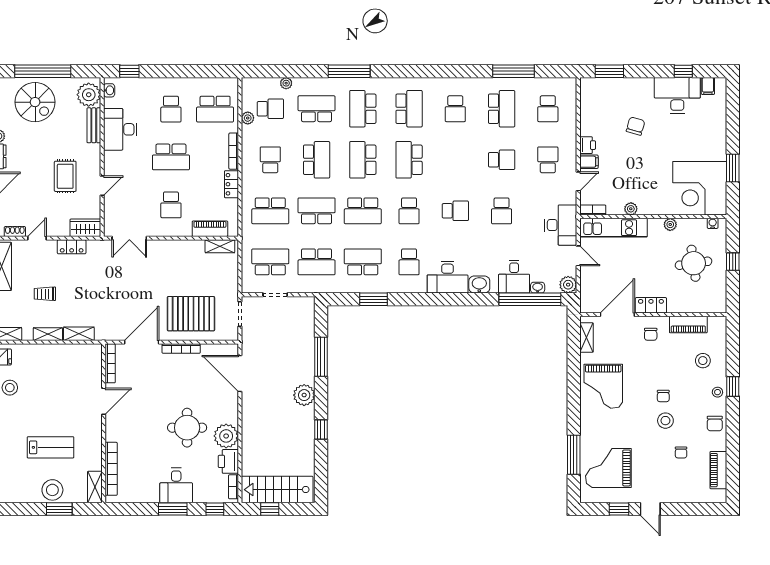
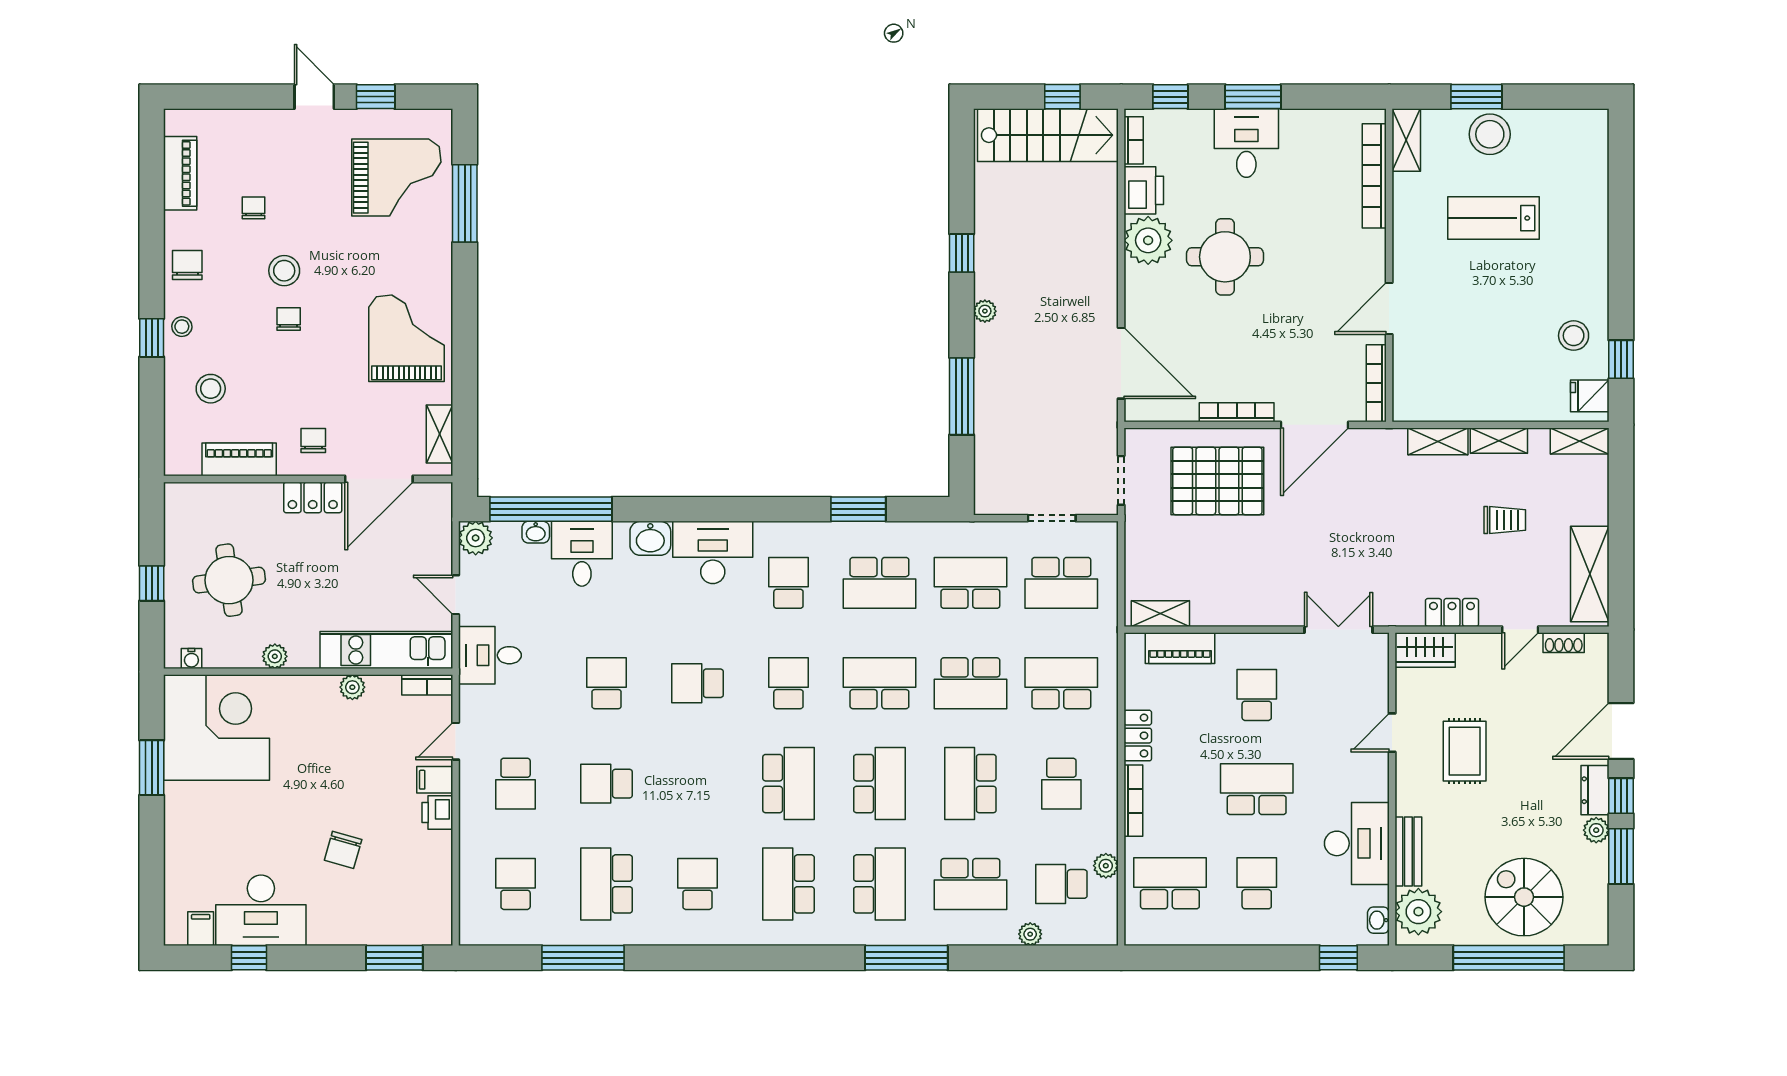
desk: (561, 225) -> (490, 655), width x0.73
plant: (304, 395) -> (985, 311), width x0.53, depth x0.53

